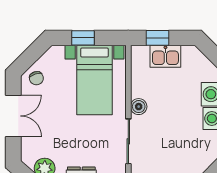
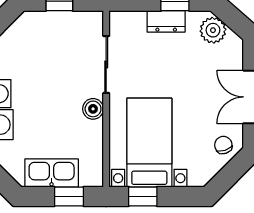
window: (83, 38) -> (143, 196), moved
kitchen sink: (165, 56) -> (52, 173), width x1.38

